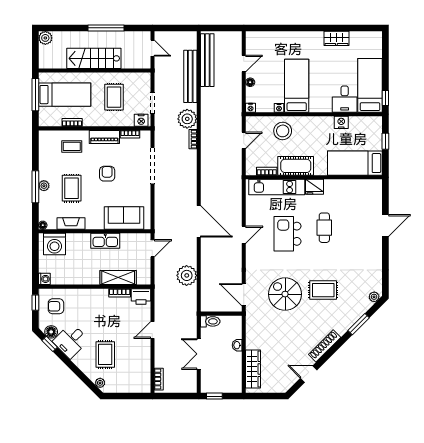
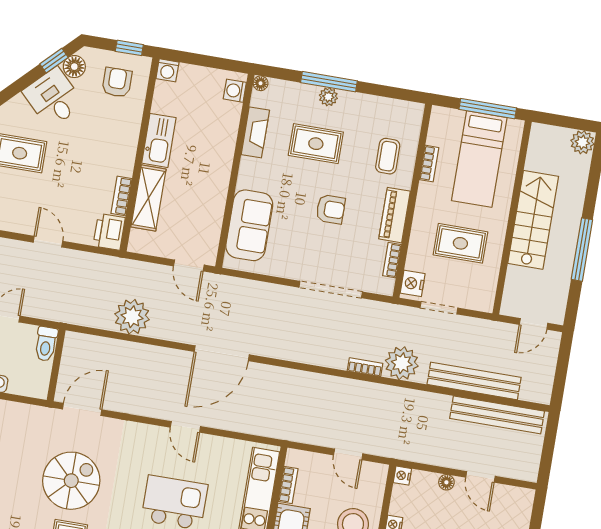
kitchen sink: (105, 241) -> (159, 140), moved, turned 180
washing machine: (55, 244) -> (235, 91), width x0.53, depth x0.53

